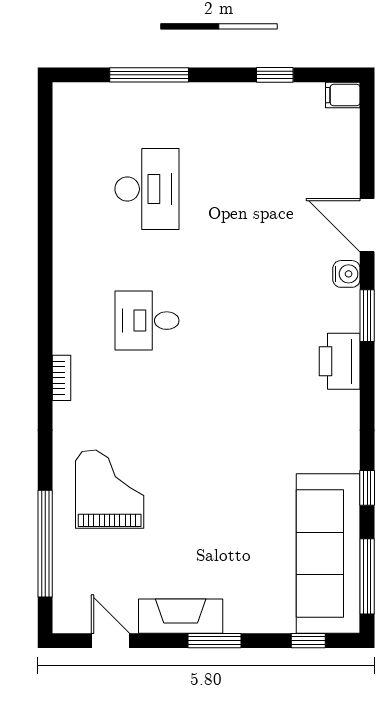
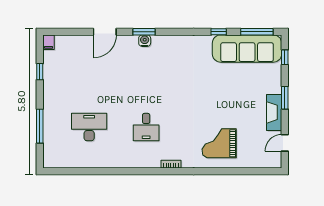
water cooler: (346, 274) -> (145, 41), moved
printer: (340, 361) -> (164, 44), removed
window: (45, 544) -> (243, 171), removed

